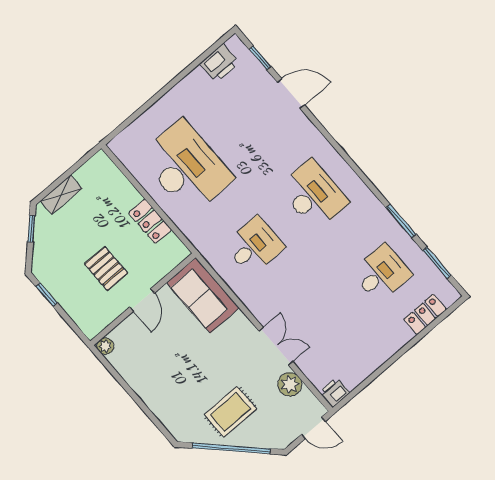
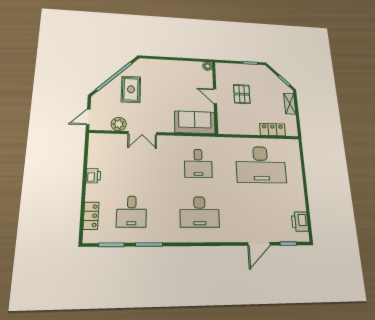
locker: (150, 221) -> (273, 130), moved
pallet: (106, 269) -> (242, 94), turned 90
printer: (334, 393) -> (93, 176), moved

